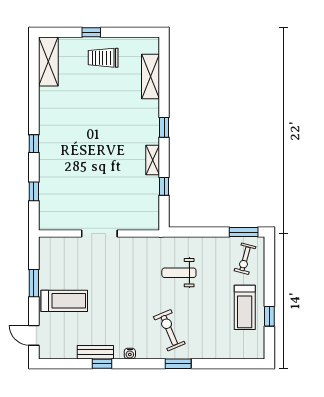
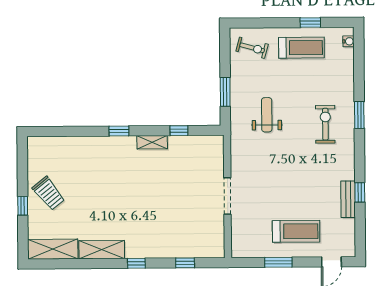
trolley: (103, 58) -> (49, 193), turned -39
shelving: (150, 77) -> (102, 250), moved
window: (244, 232) -> (225, 92), moved
weight bench: (179, 273) -> (267, 115), turned 180
treadmill: (64, 301) -> (296, 231), turned 90
exercise bike: (169, 330) -> (325, 124), turned 113
water cooler: (130, 354) -> (349, 41), moved

